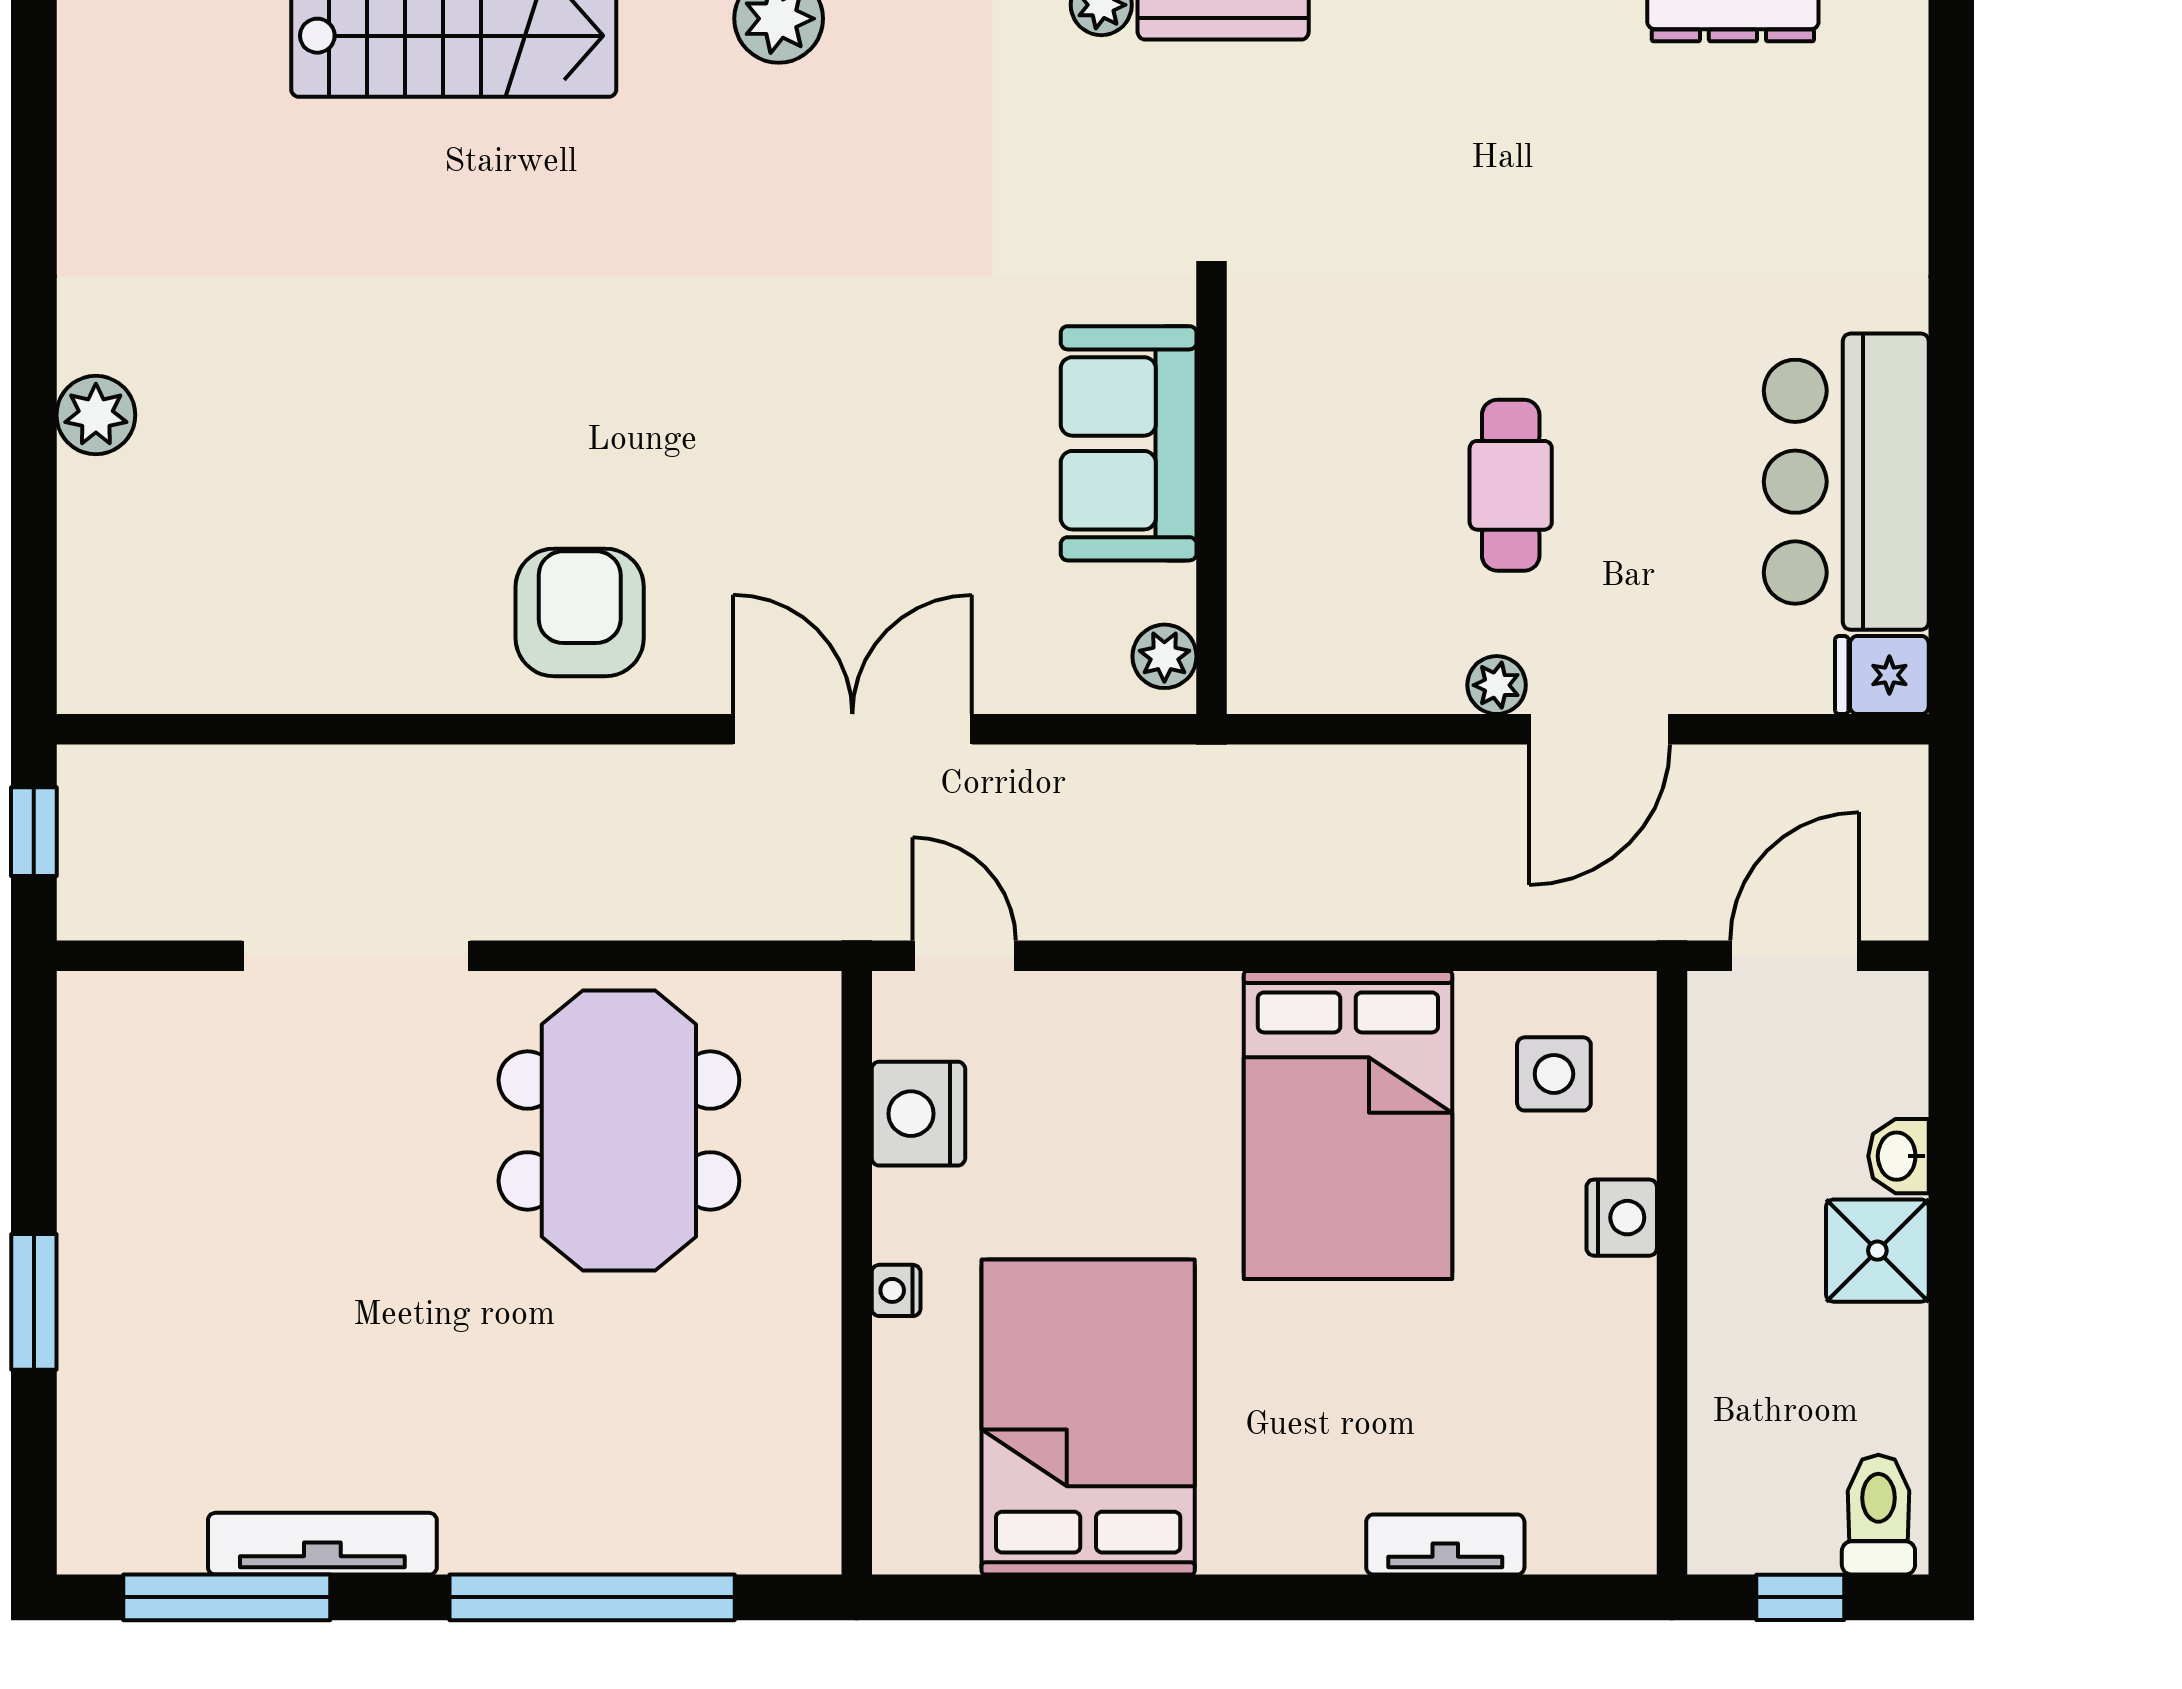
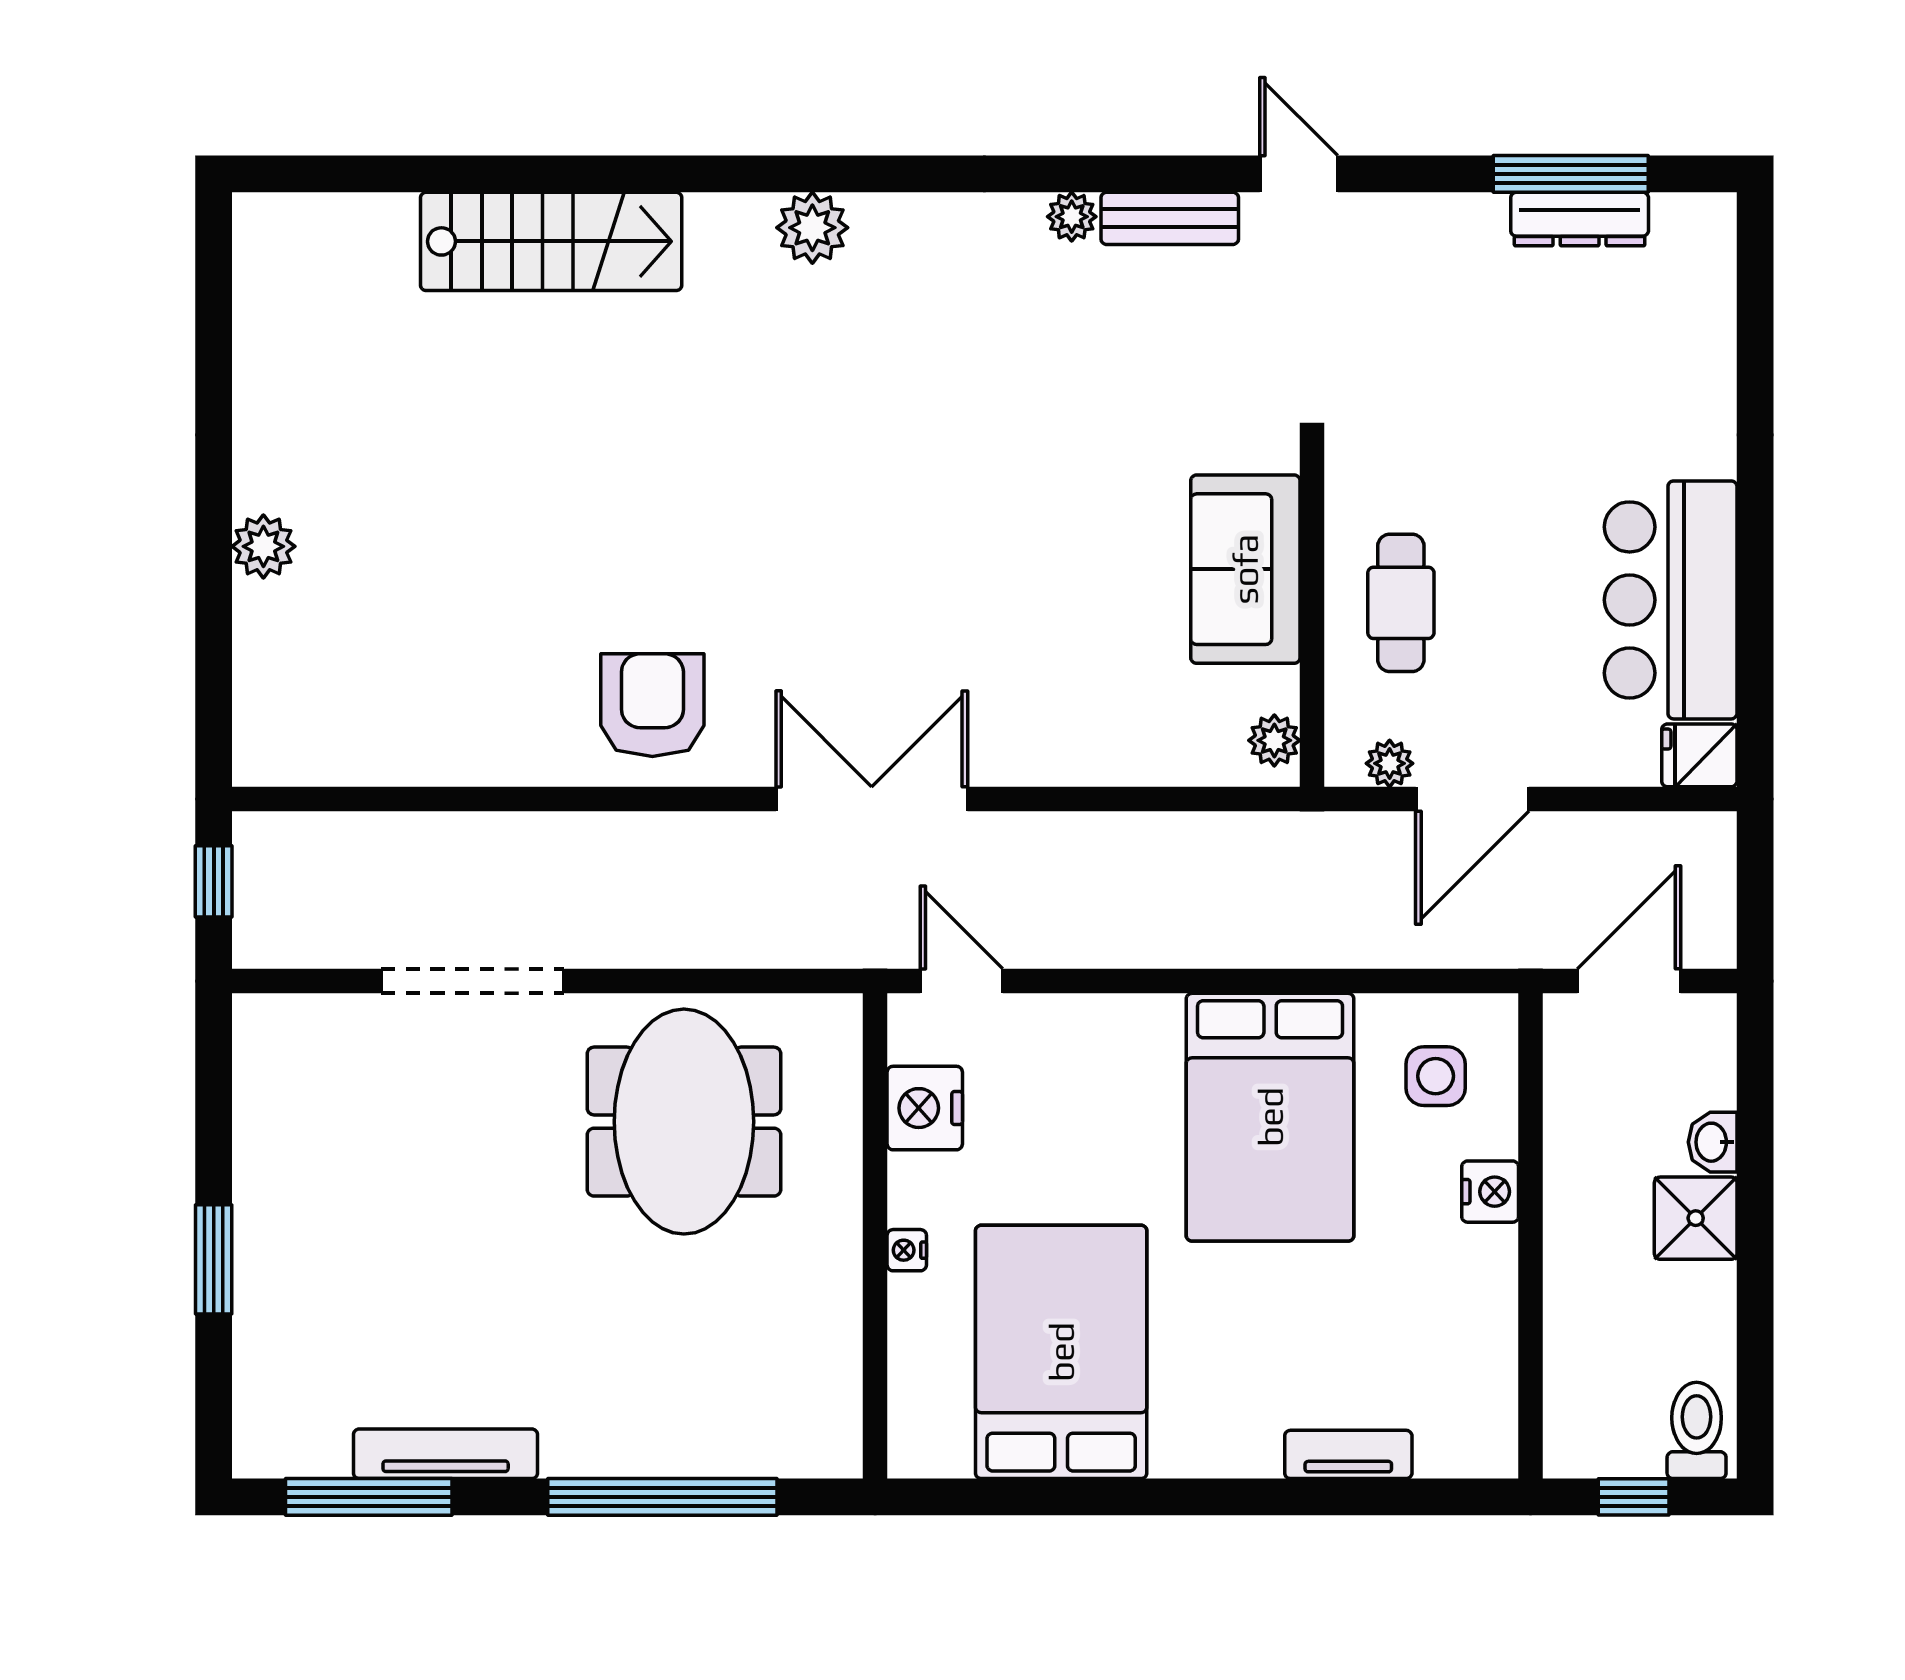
sofa: (1129, 443) -> (1245, 569), moved
wall: (1211, 503) -> (1312, 617), moved
plant: (1164, 656) -> (1274, 740), moved

